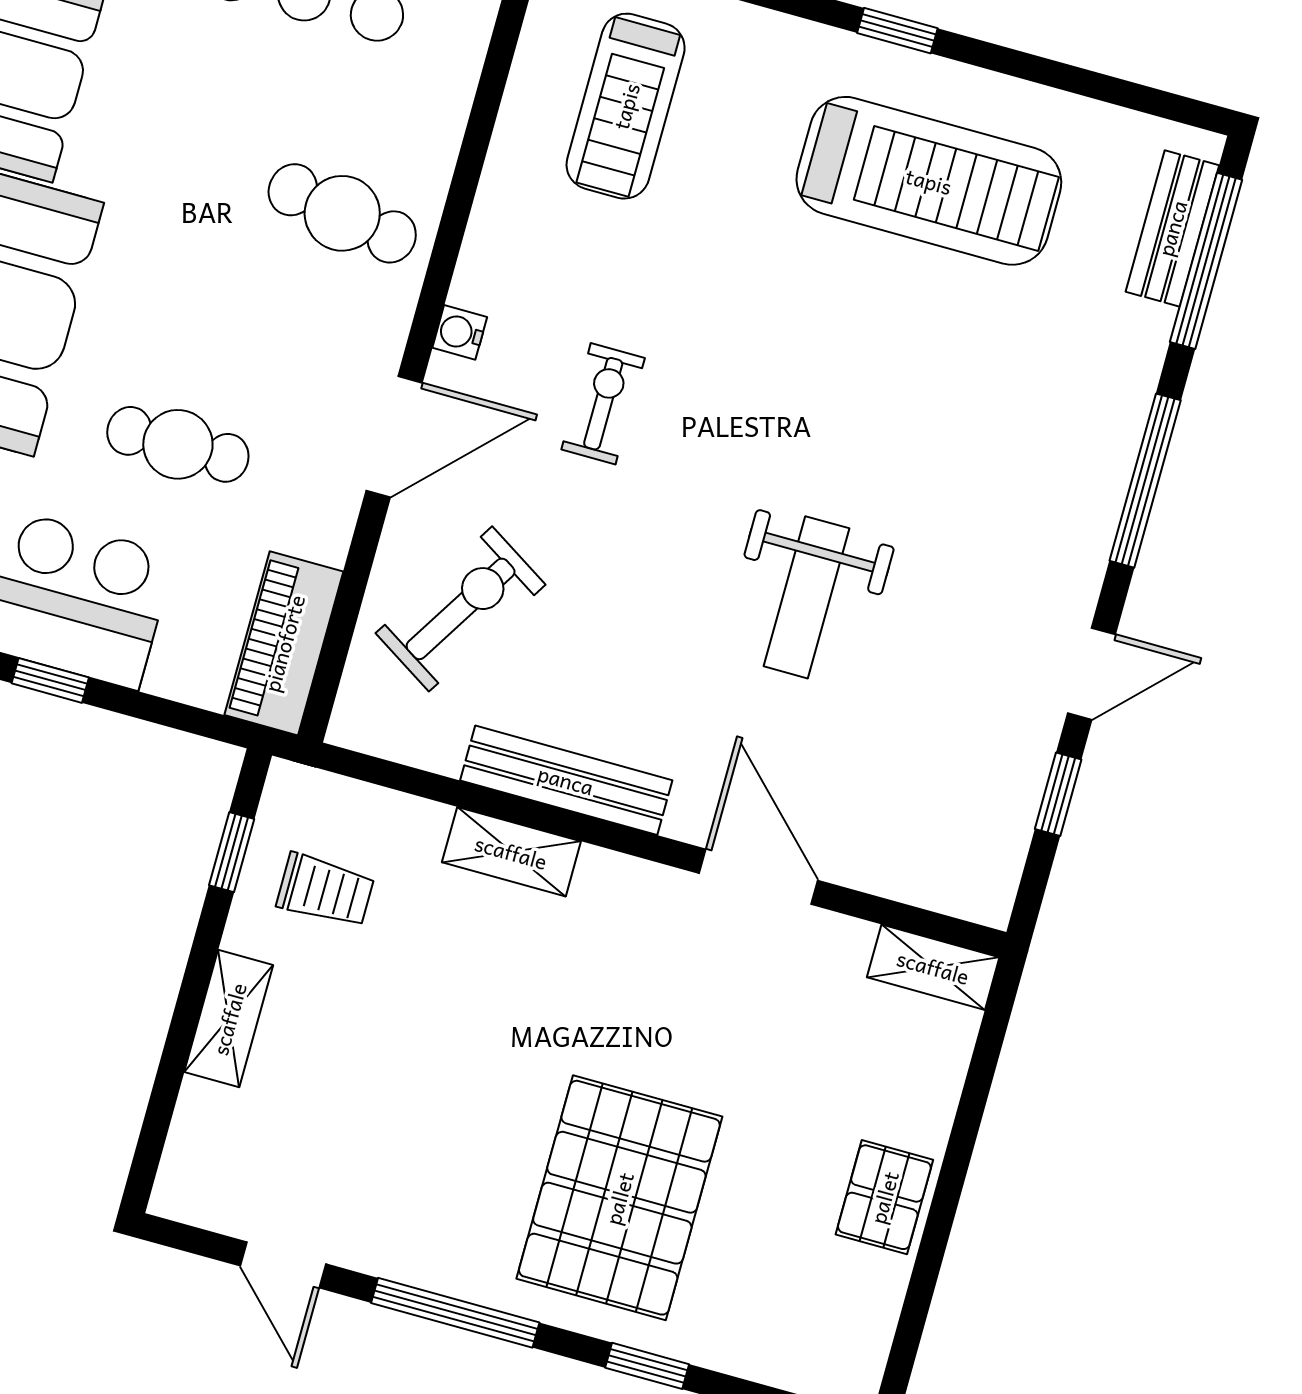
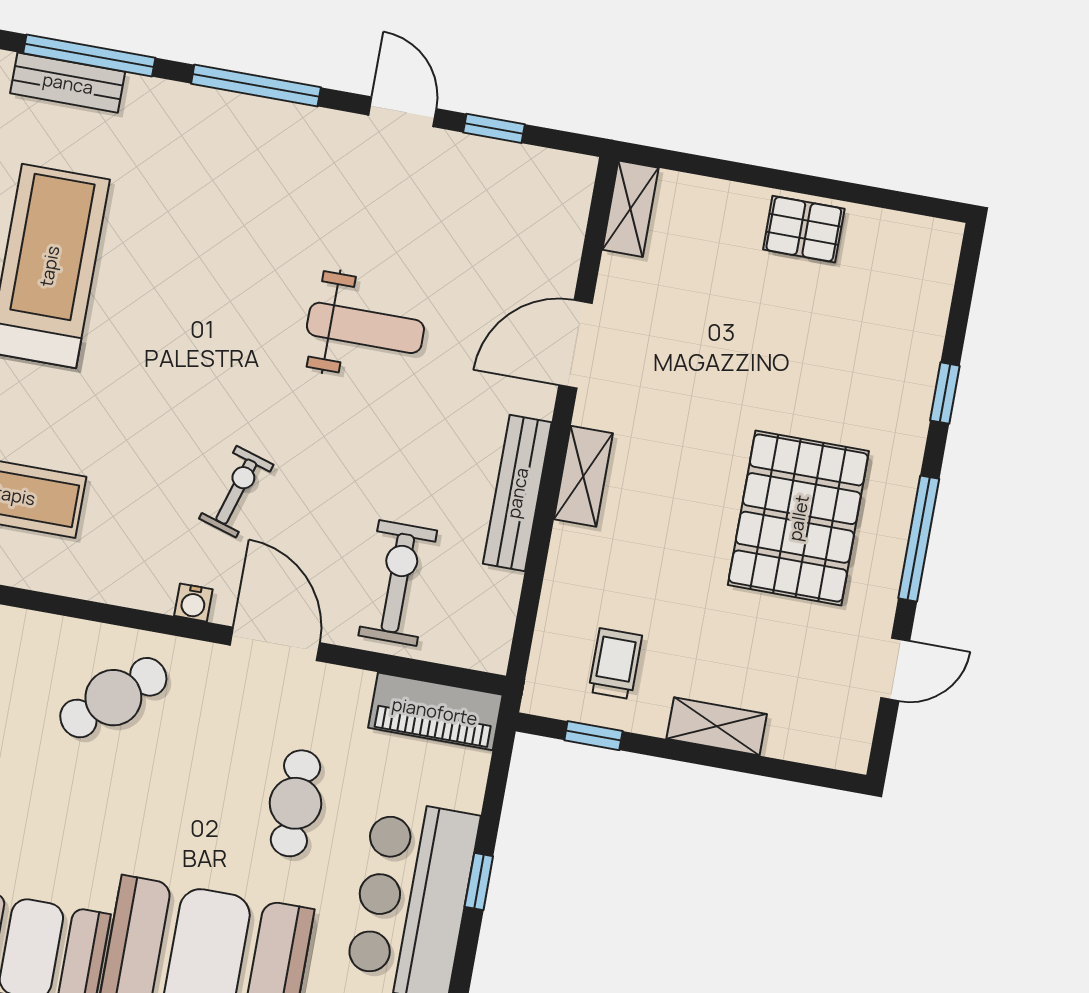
cafe table: (342, 213) -> (113, 698), turned 39
exercise bike: (603, 404) -> (236, 492), turned 107
exercise bike: (461, 609) -> (398, 583), turned 58
shelving: (511, 852) -> (583, 476), moved
pallet: (619, 1198) -> (798, 518), moved, turned 90

